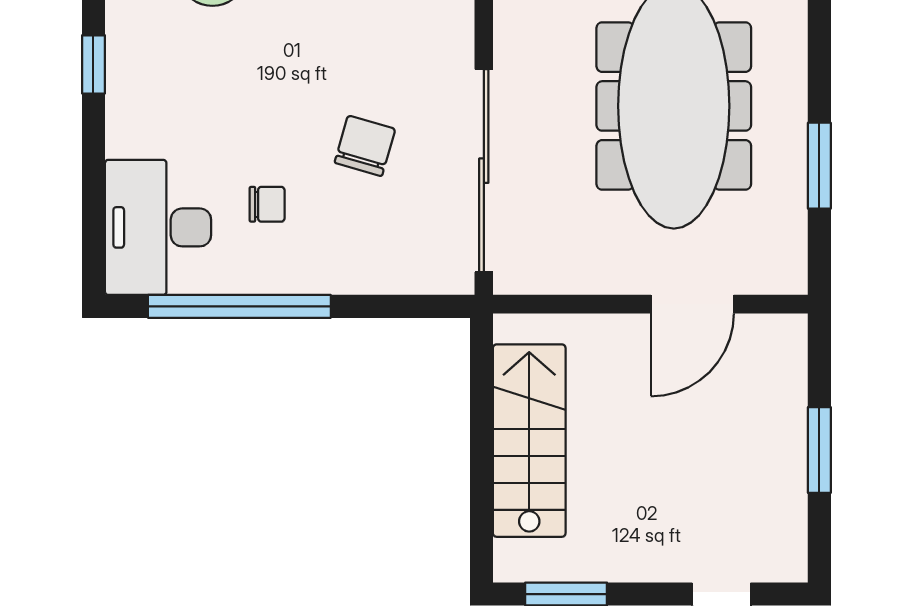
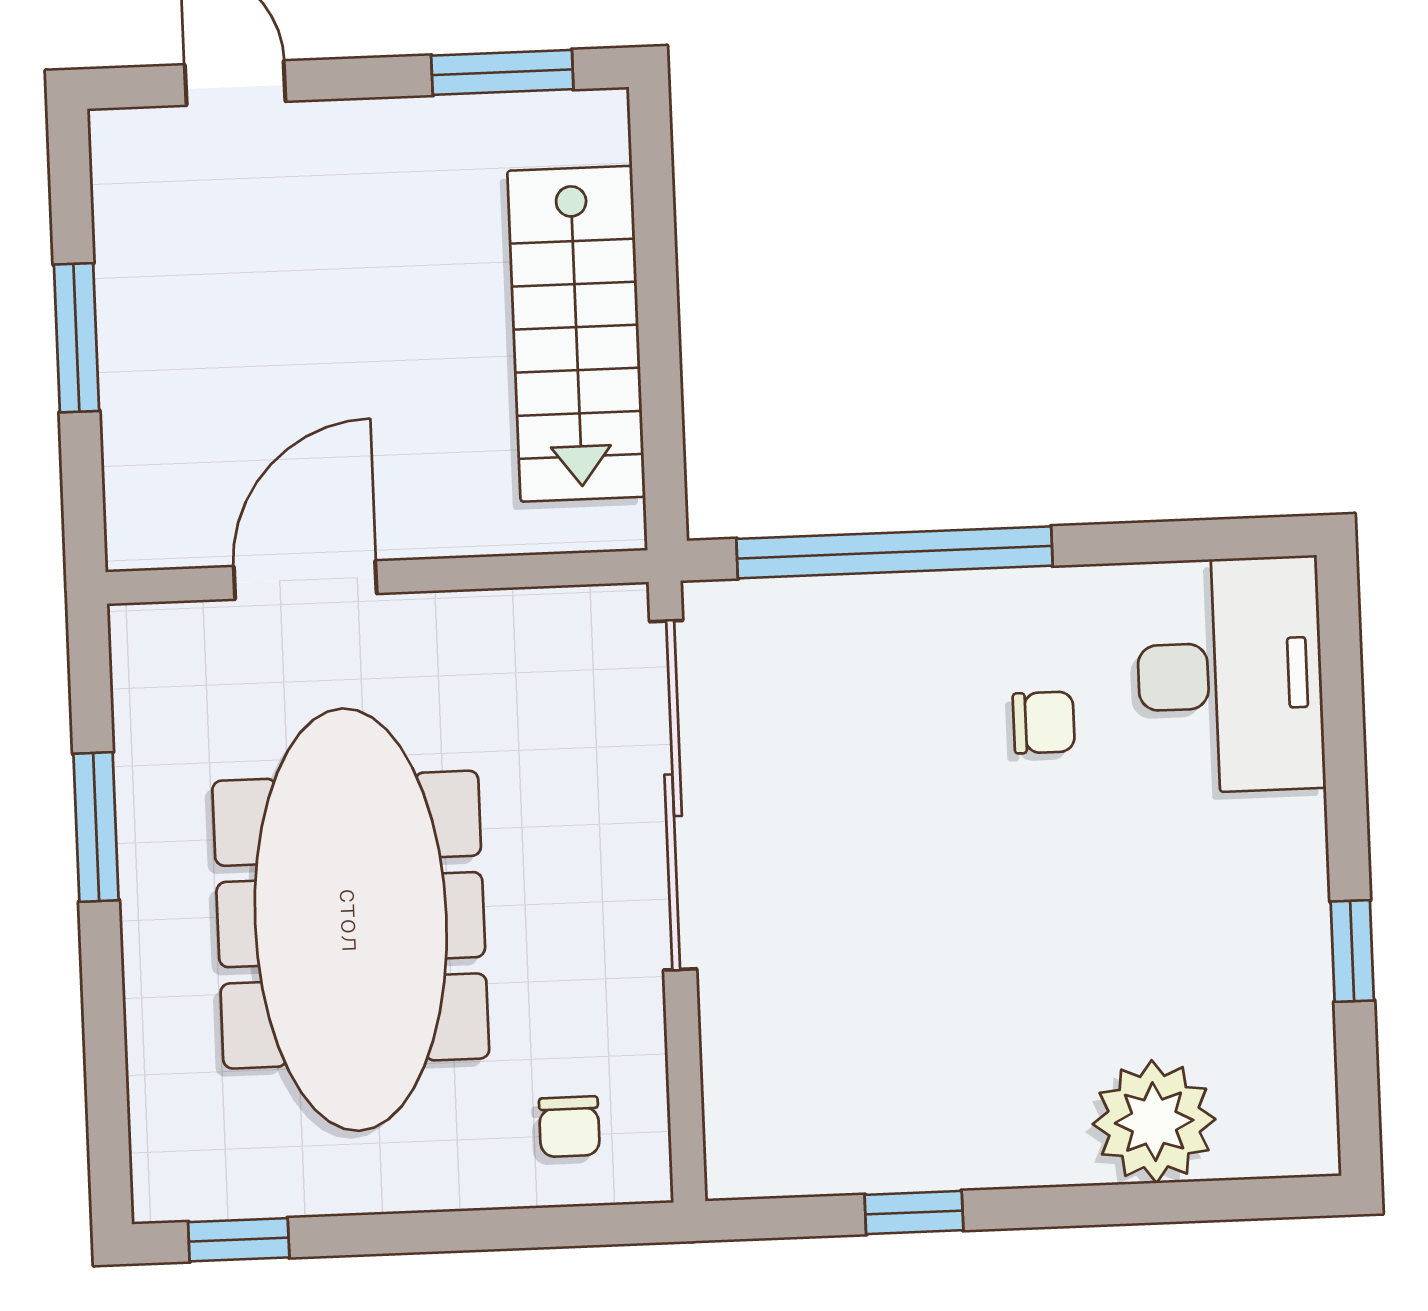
chair: (365, 146) -> (880, 830), removed
chair: (267, 204) -> (1044, 722), turned 180
window: (239, 306) -> (895, 552), moved

